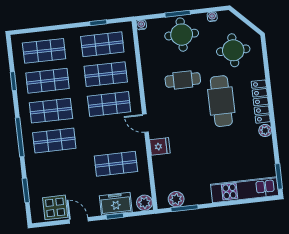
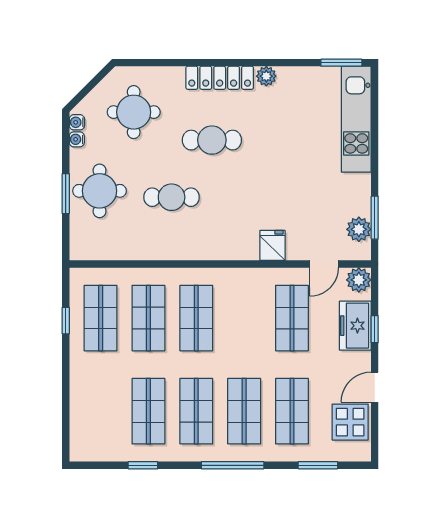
water cooler: (141, 25) -> (77, 122), moved
shop shelf: (44, 51) -> (292, 411), moved
cafe table: (183, 80) -> (172, 197), turned 90
cafe table: (221, 101) -> (212, 140), width x0.73, depth x0.74
door: (145, 123) -> (324, 264), moved

